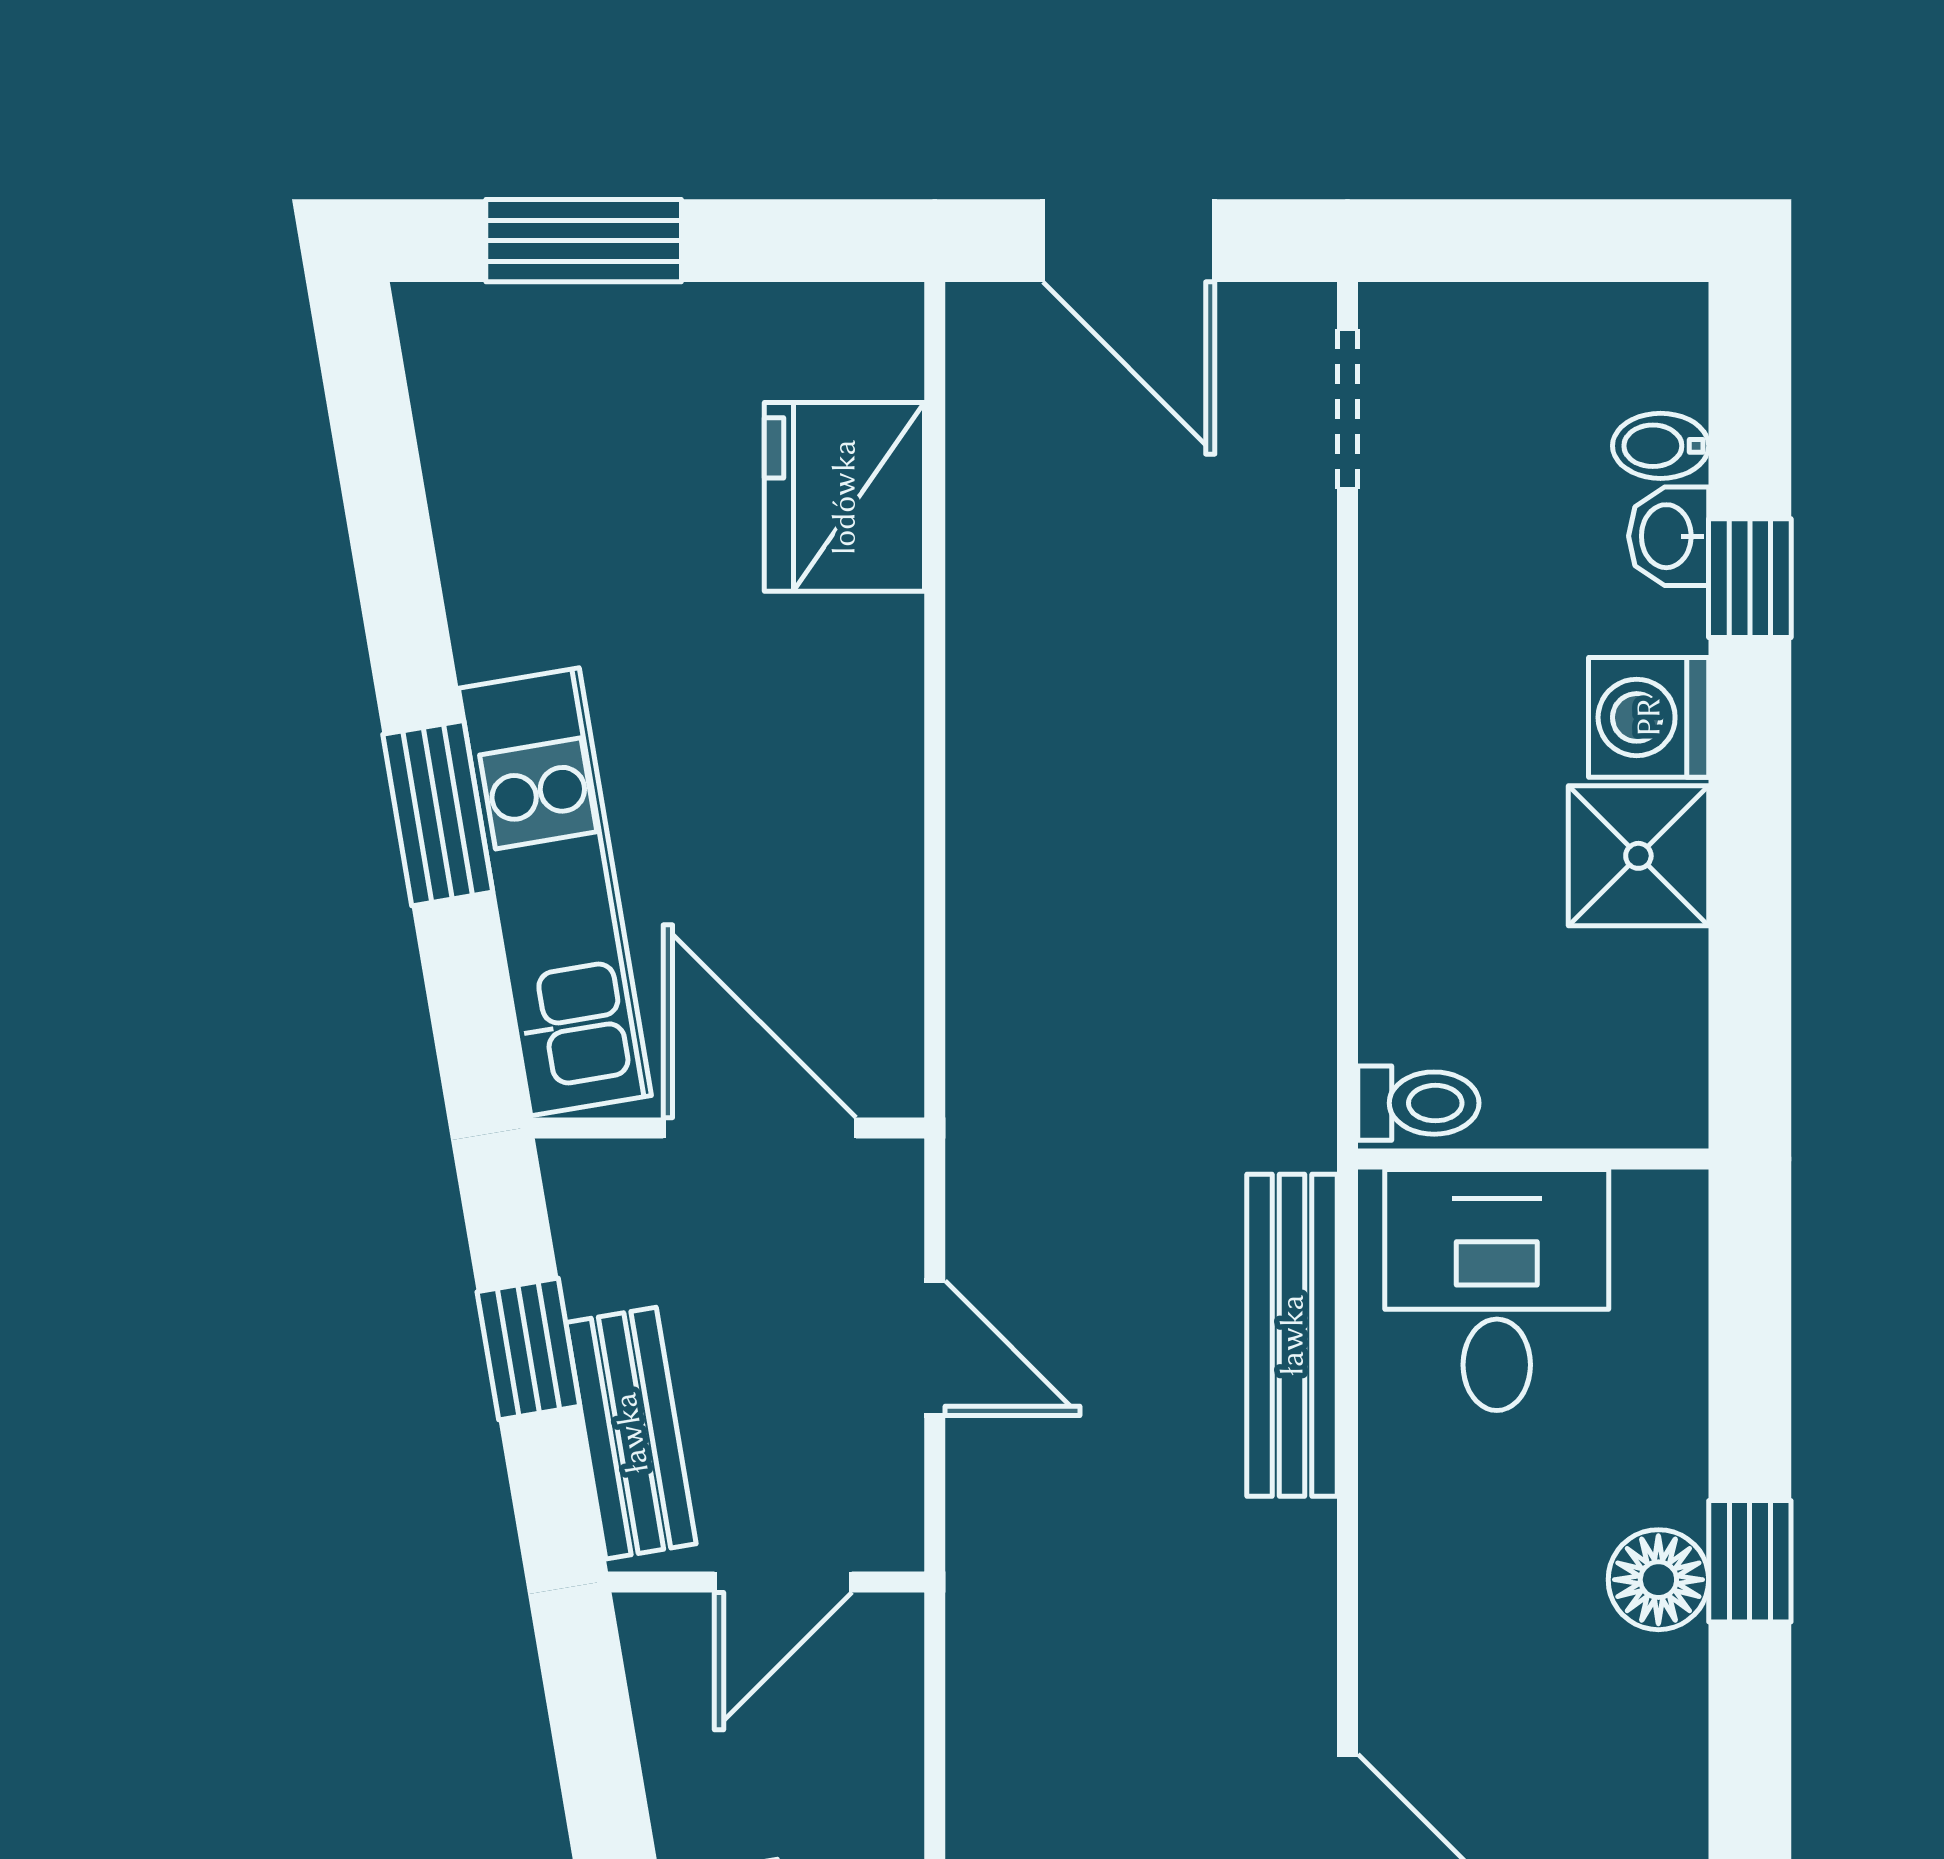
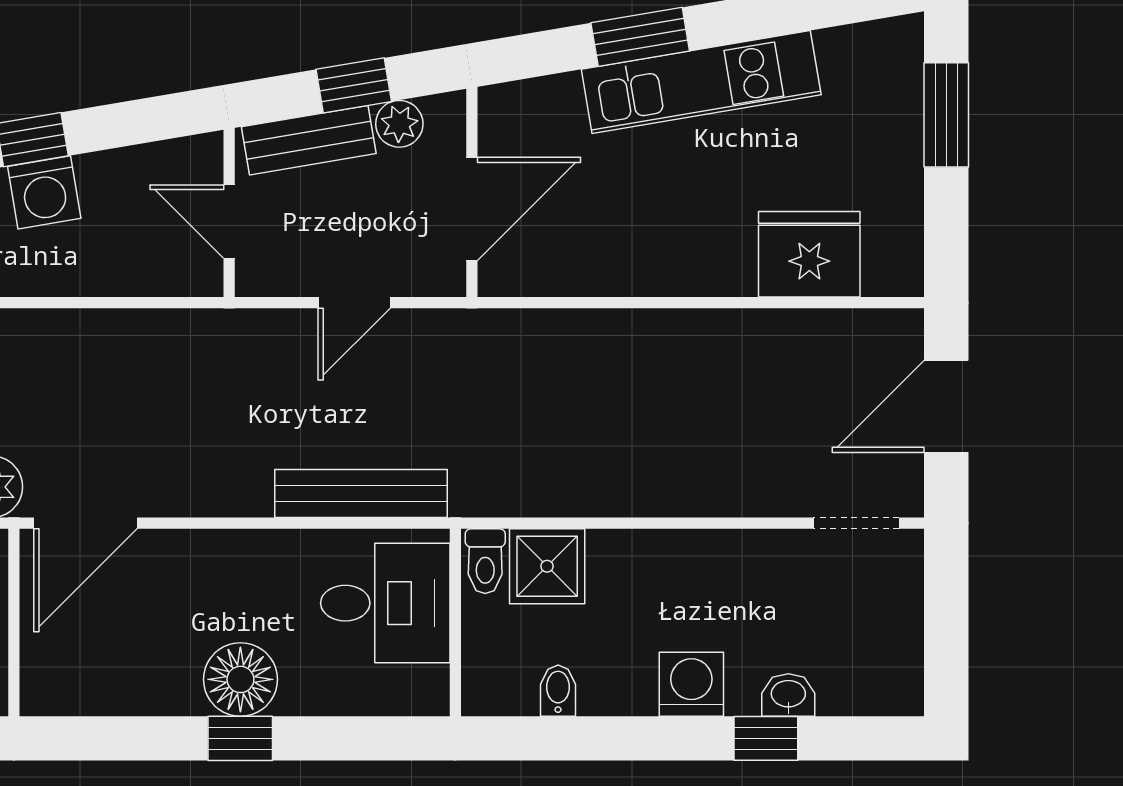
bidet: (1661, 446) -> (558, 691), moved
shower: (1638, 856) -> (547, 566), moved
kitchen unit: (555, 892) -> (701, 82), moved
plant: (600, 1264) -> (399, 124), added
floor lamp: (1658, 1580) -> (240, 679), width x1.38, depth x1.38

